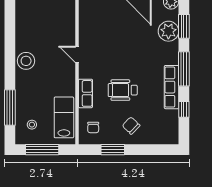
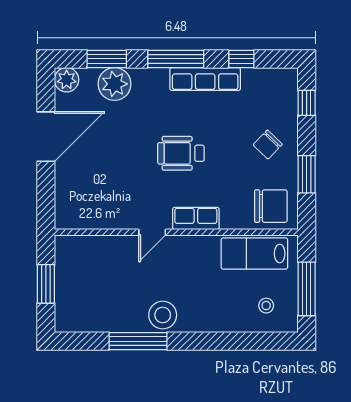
wheelchair: (123, 90) -> (181, 153), moved, turned 90
row of seats: (85, 93) -> (196, 219), moved
window: (10, 107) -> (138, 341), moved
chair: (93, 128) -> (271, 206), width x1.87, depth x1.87
window: (157, 150) -> (307, 103), added

